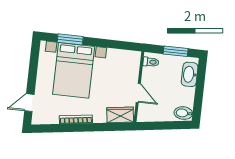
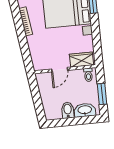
bidet: (183, 113) -> (68, 110), moved
wardrobe: (120, 115) -> (81, 60), moved, turned -82

